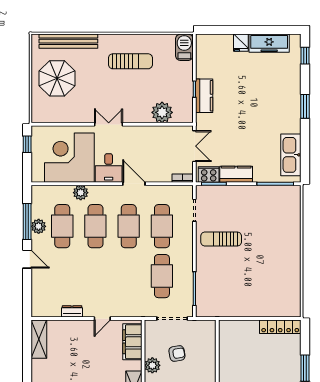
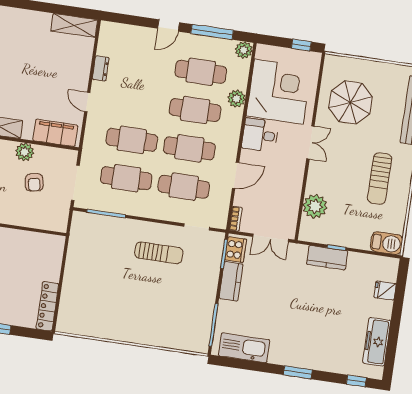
fridge: (241, 43) -> (385, 291), moved
parasol: (57, 78) -> (351, 102), moved
door: (134, 184) -> (236, 175), moved
plant: (39, 226) -> (244, 50), moved
sun lounger: (221, 239) -> (159, 253), turned 90
cafe table: (129, 276) -> (132, 140), added

